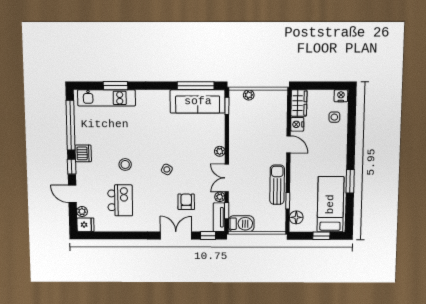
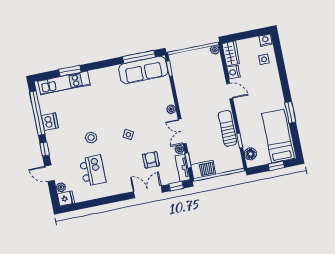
plant: (249, 95) -> (215, 50), moved
dishwasher: (83, 153) -> (50, 122), moved

